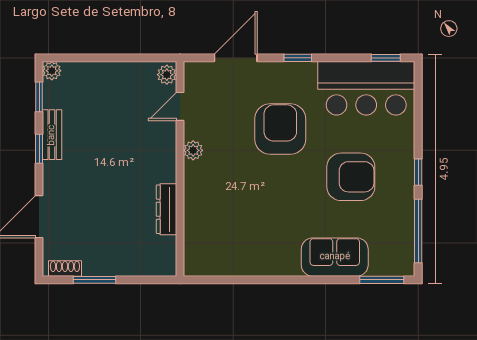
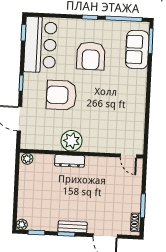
door: (180, 106) -> (128, 156), moved
bench: (52, 135) -> (72, 227), moved
plant: (193, 150) -> (72, 141), width x1.88, depth x1.88
armchair: (351, 177) -> (91, 56), turned 180
dresser: (166, 209) -> (70, 161), moved
sofa: (335, 257) -> (137, 50), moved

